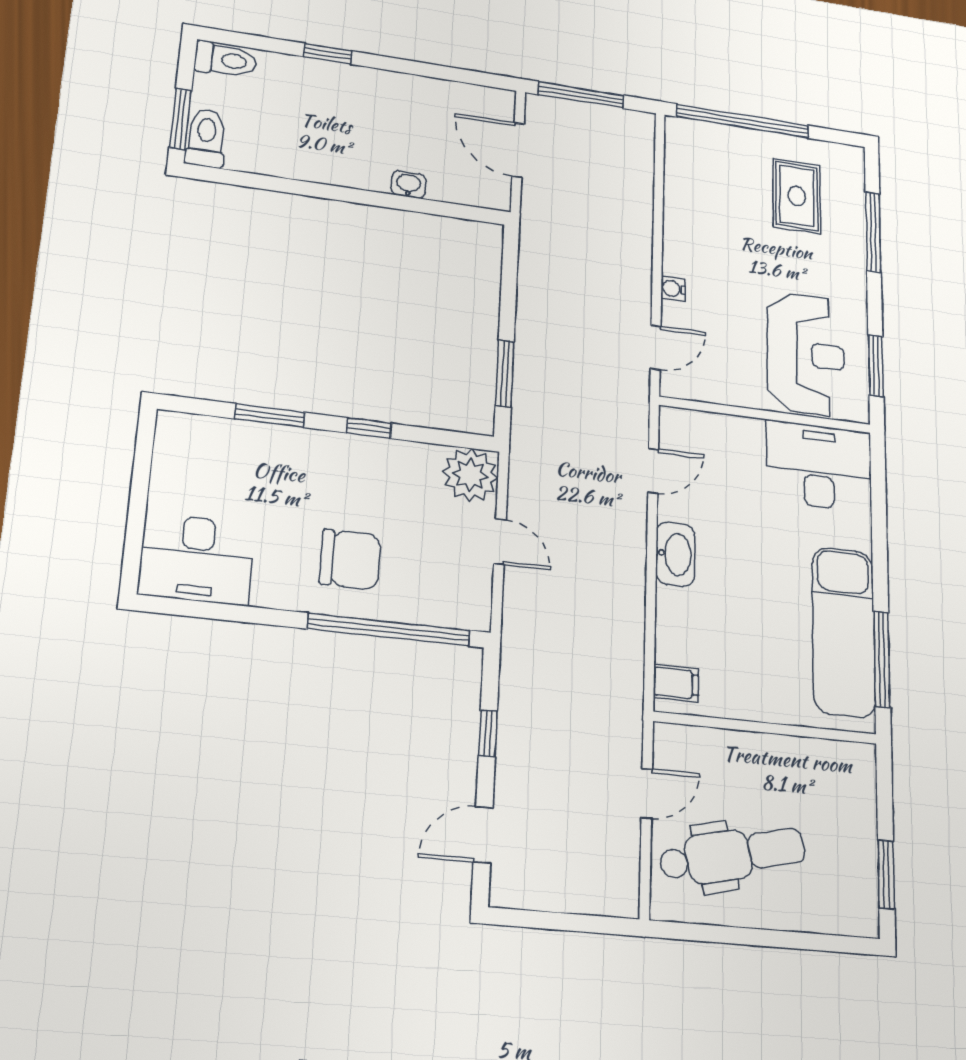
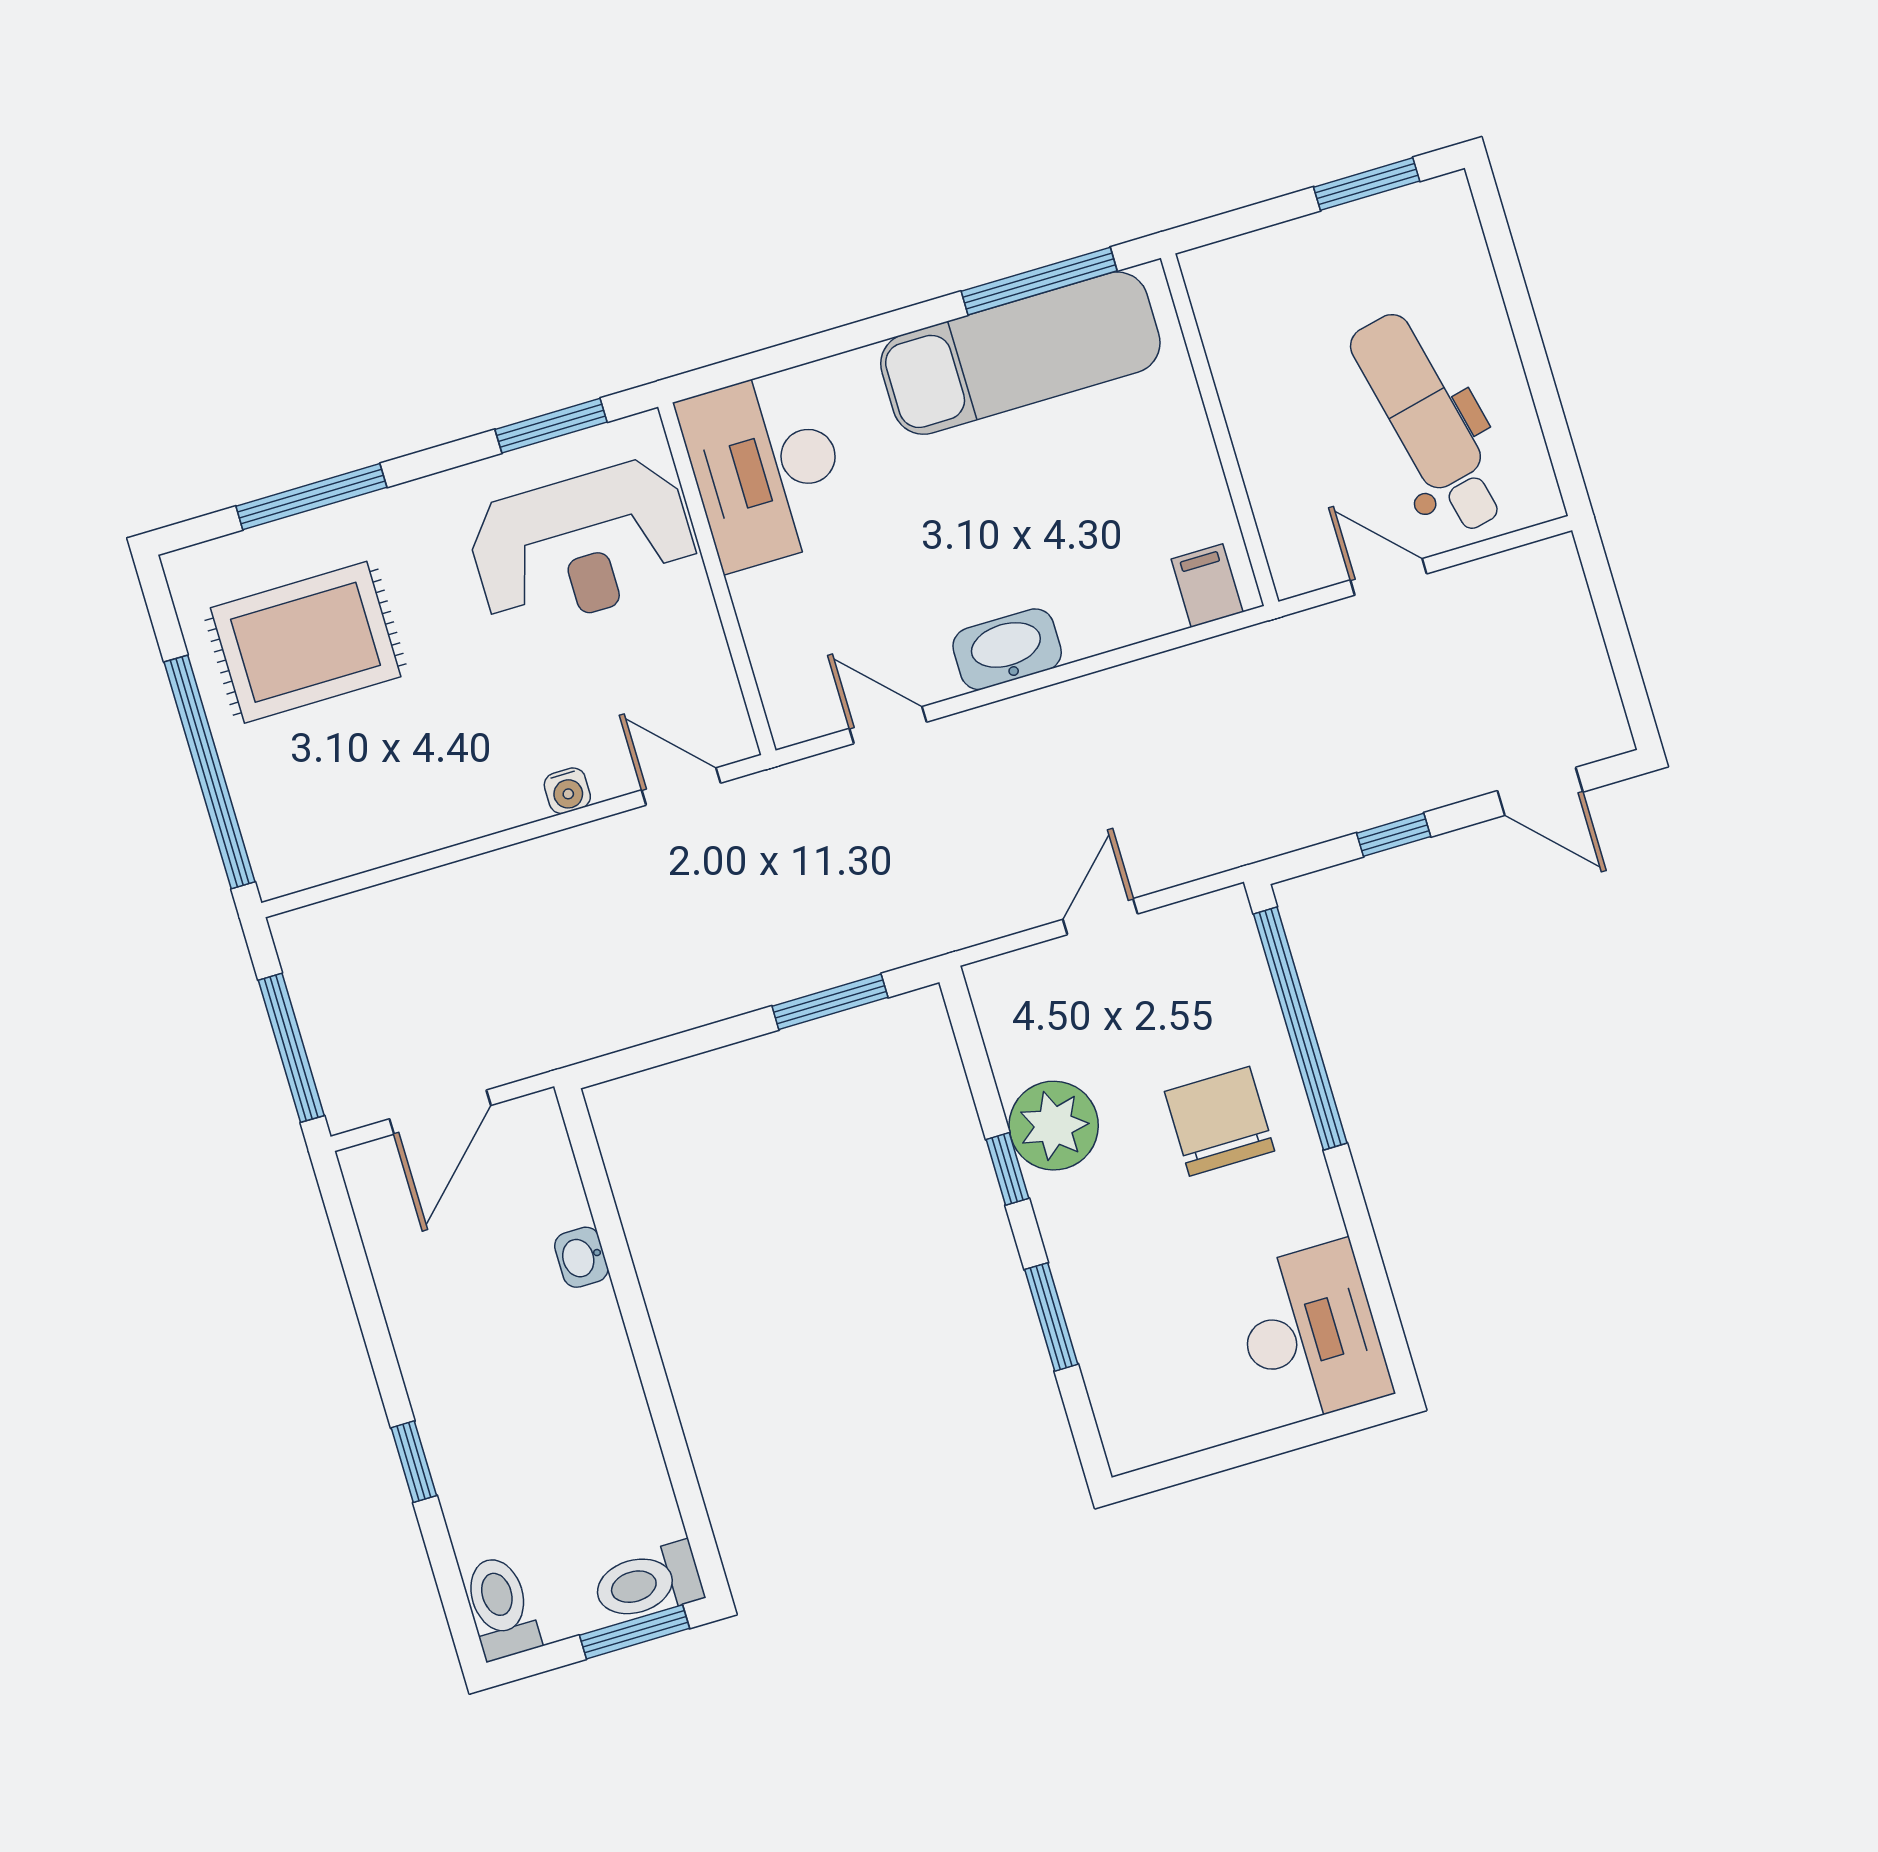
rug: (797, 196) -> (306, 642), width x1.36, depth x1.43
reception desk: (806, 354) -> (583, 545), turned 180
plant: (470, 475) -> (1054, 1126), moved

